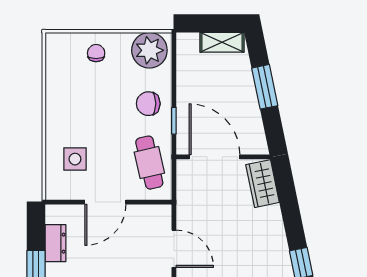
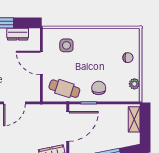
shelving: (222, 42) -> (134, 119), moved
plant: (149, 50) -> (134, 84), width x0.53, depth x0.53
cafe table: (149, 163) -> (64, 89), turned 31

